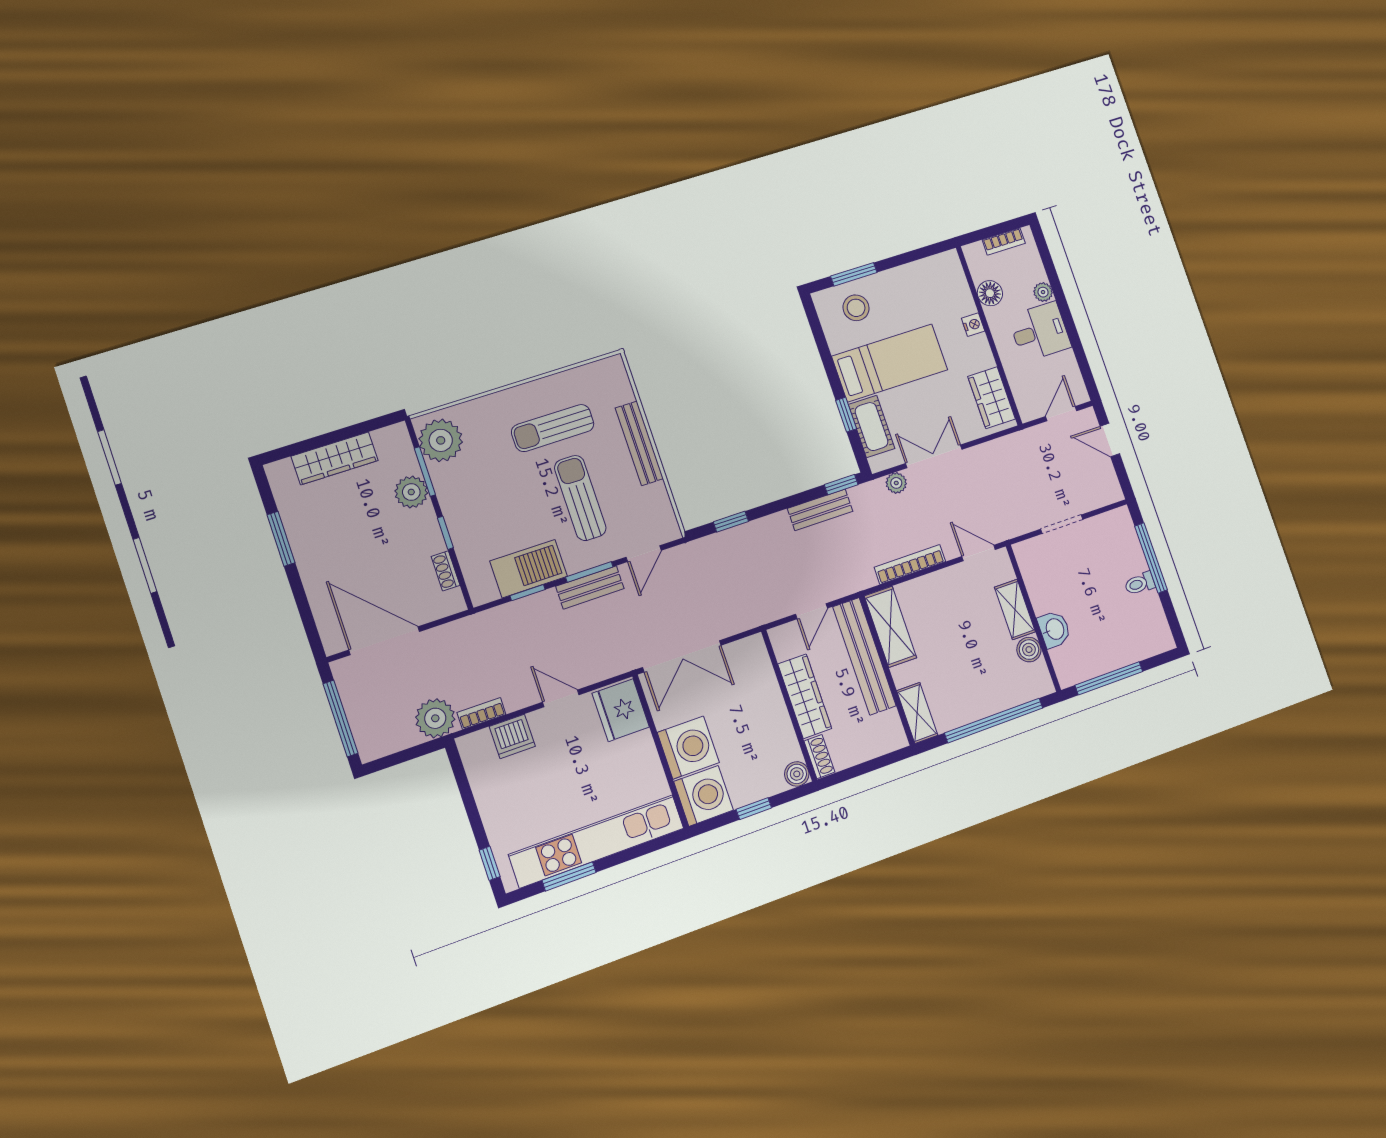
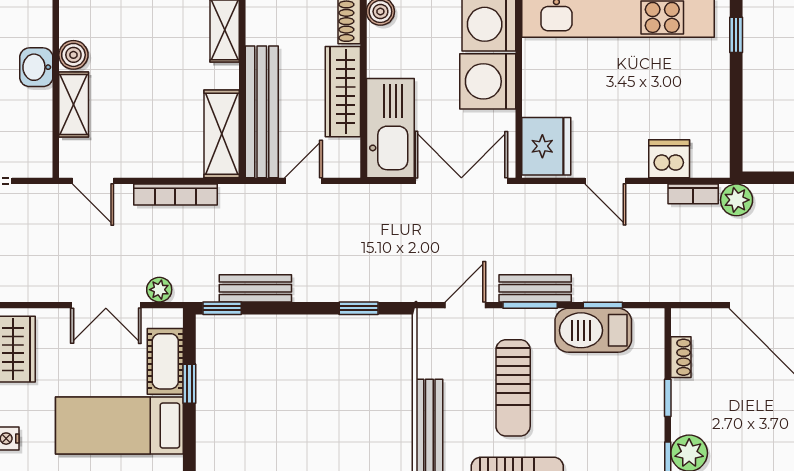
kitchen sink: (756, 680) -> (390, 128), added
plant: (435, 718) -> (737, 200), width x0.73, depth x0.73

